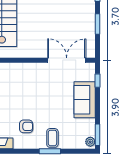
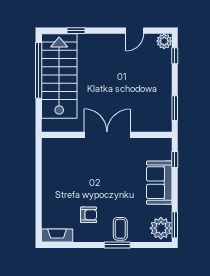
window: (97, 24) -> (175, 108), moved
double door: (67, 60) -> (107, 135), moved
plant: (90, 142) -> (161, 228), width x1.87, depth x1.87

